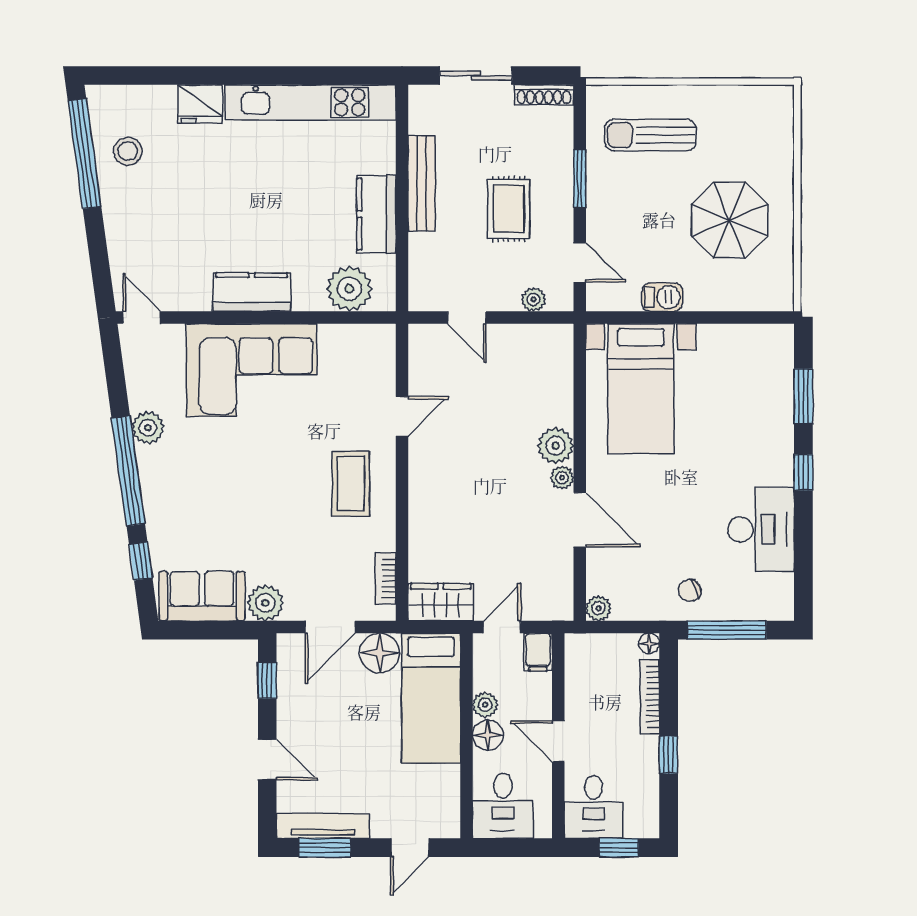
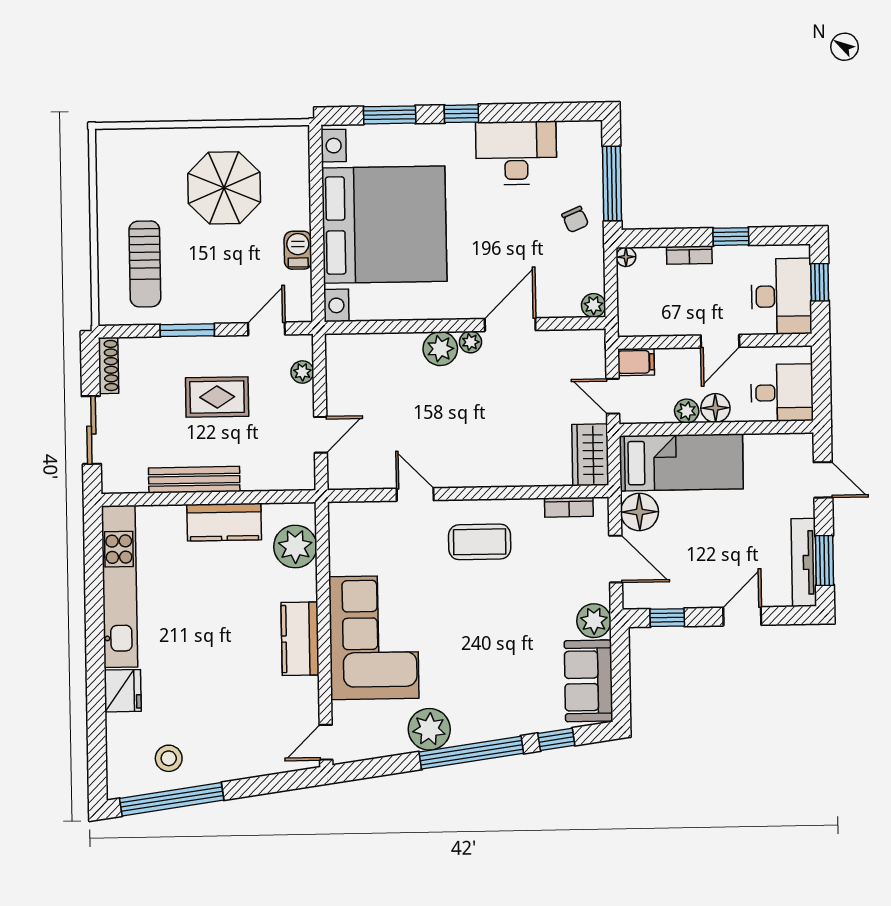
bed with nightstands: (641, 389) -> (384, 225), width x1.85
plant: (148, 428) -> (429, 729), width x1.36, depth x1.36
bookcase: (650, 697) -> (689, 255), width x0.64
desk: (594, 807) -> (781, 296), width x1.37

